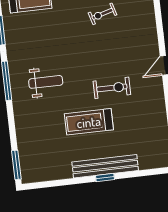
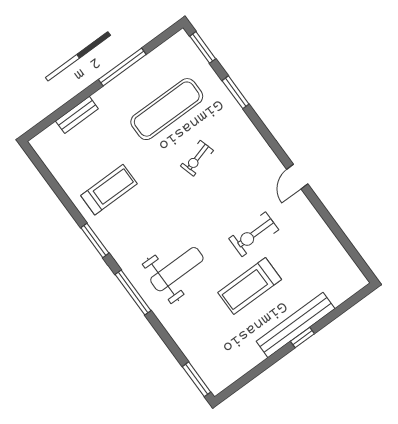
weight bench: (46, 82) -> (177, 269), width x1.36, depth x1.33
exercise bike: (112, 88) -> (254, 234), turned 180

